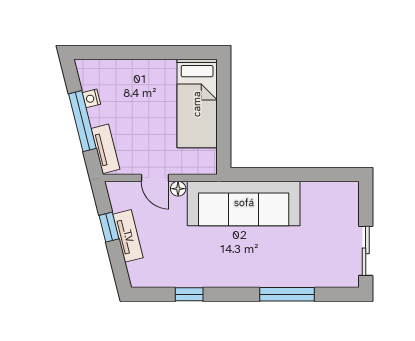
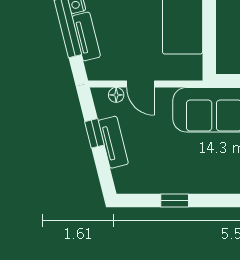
tv unit: (105, 149) -> (86, 36), moved
floor lamp: (178, 189) -> (116, 95), moved

